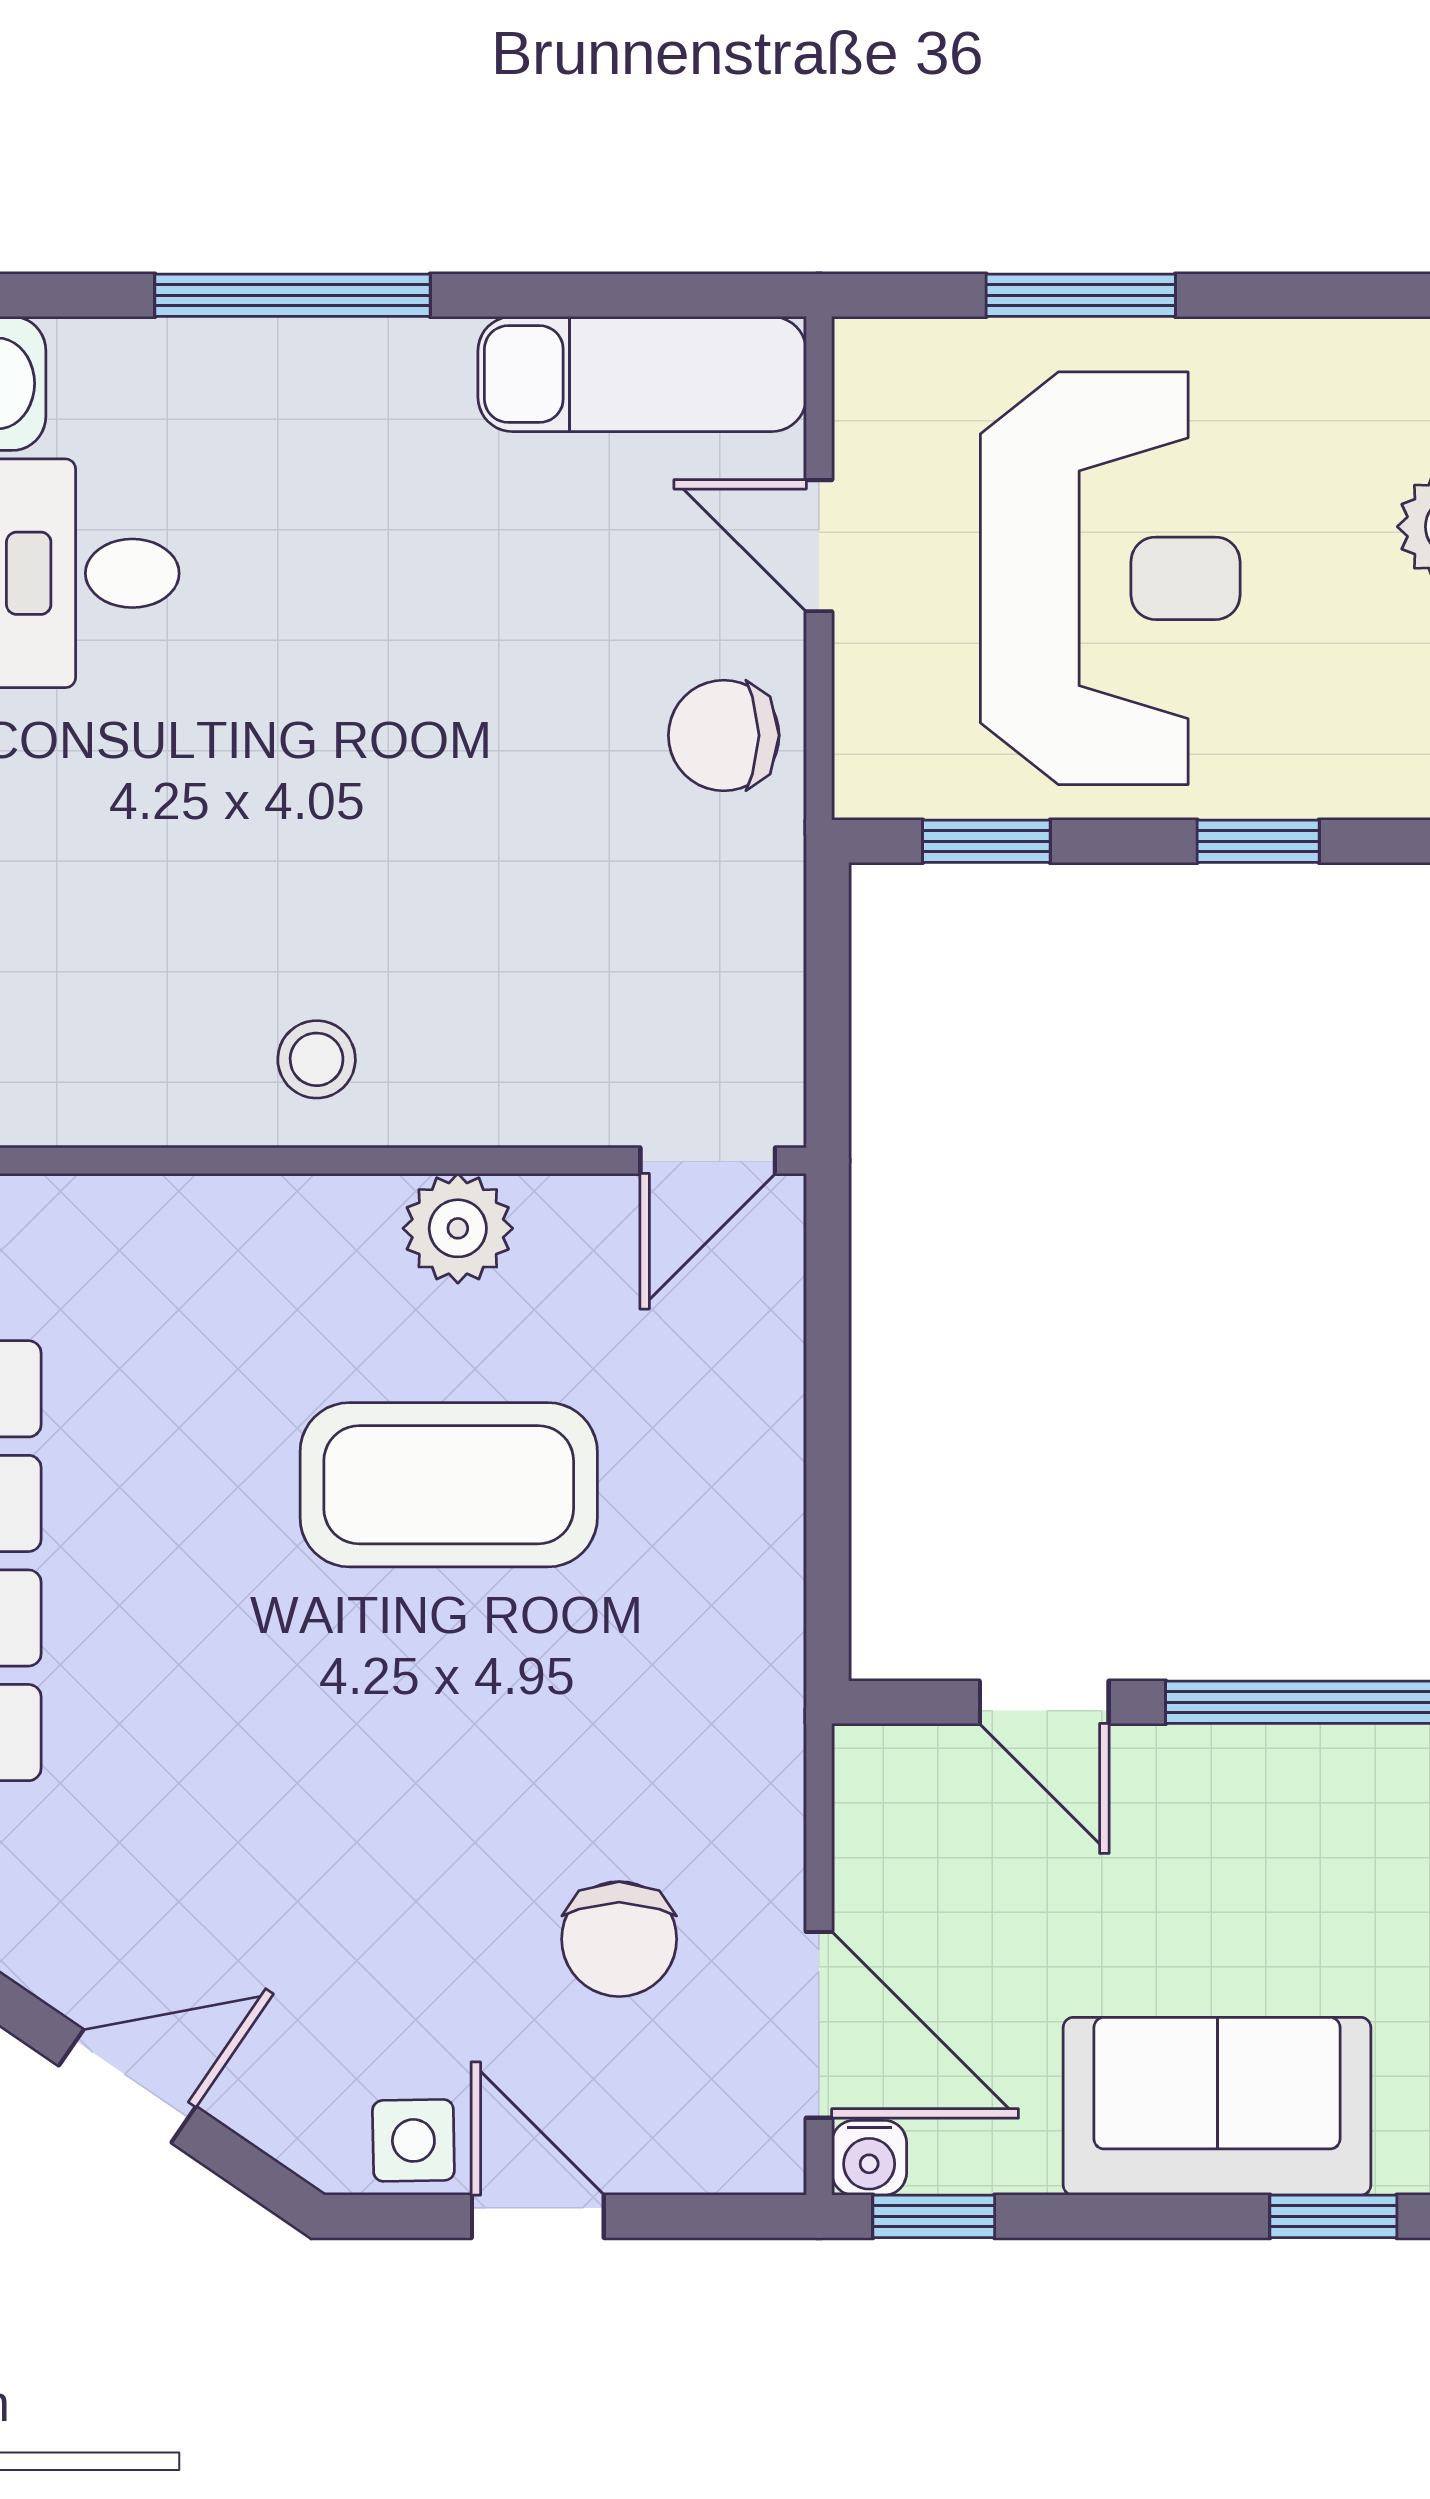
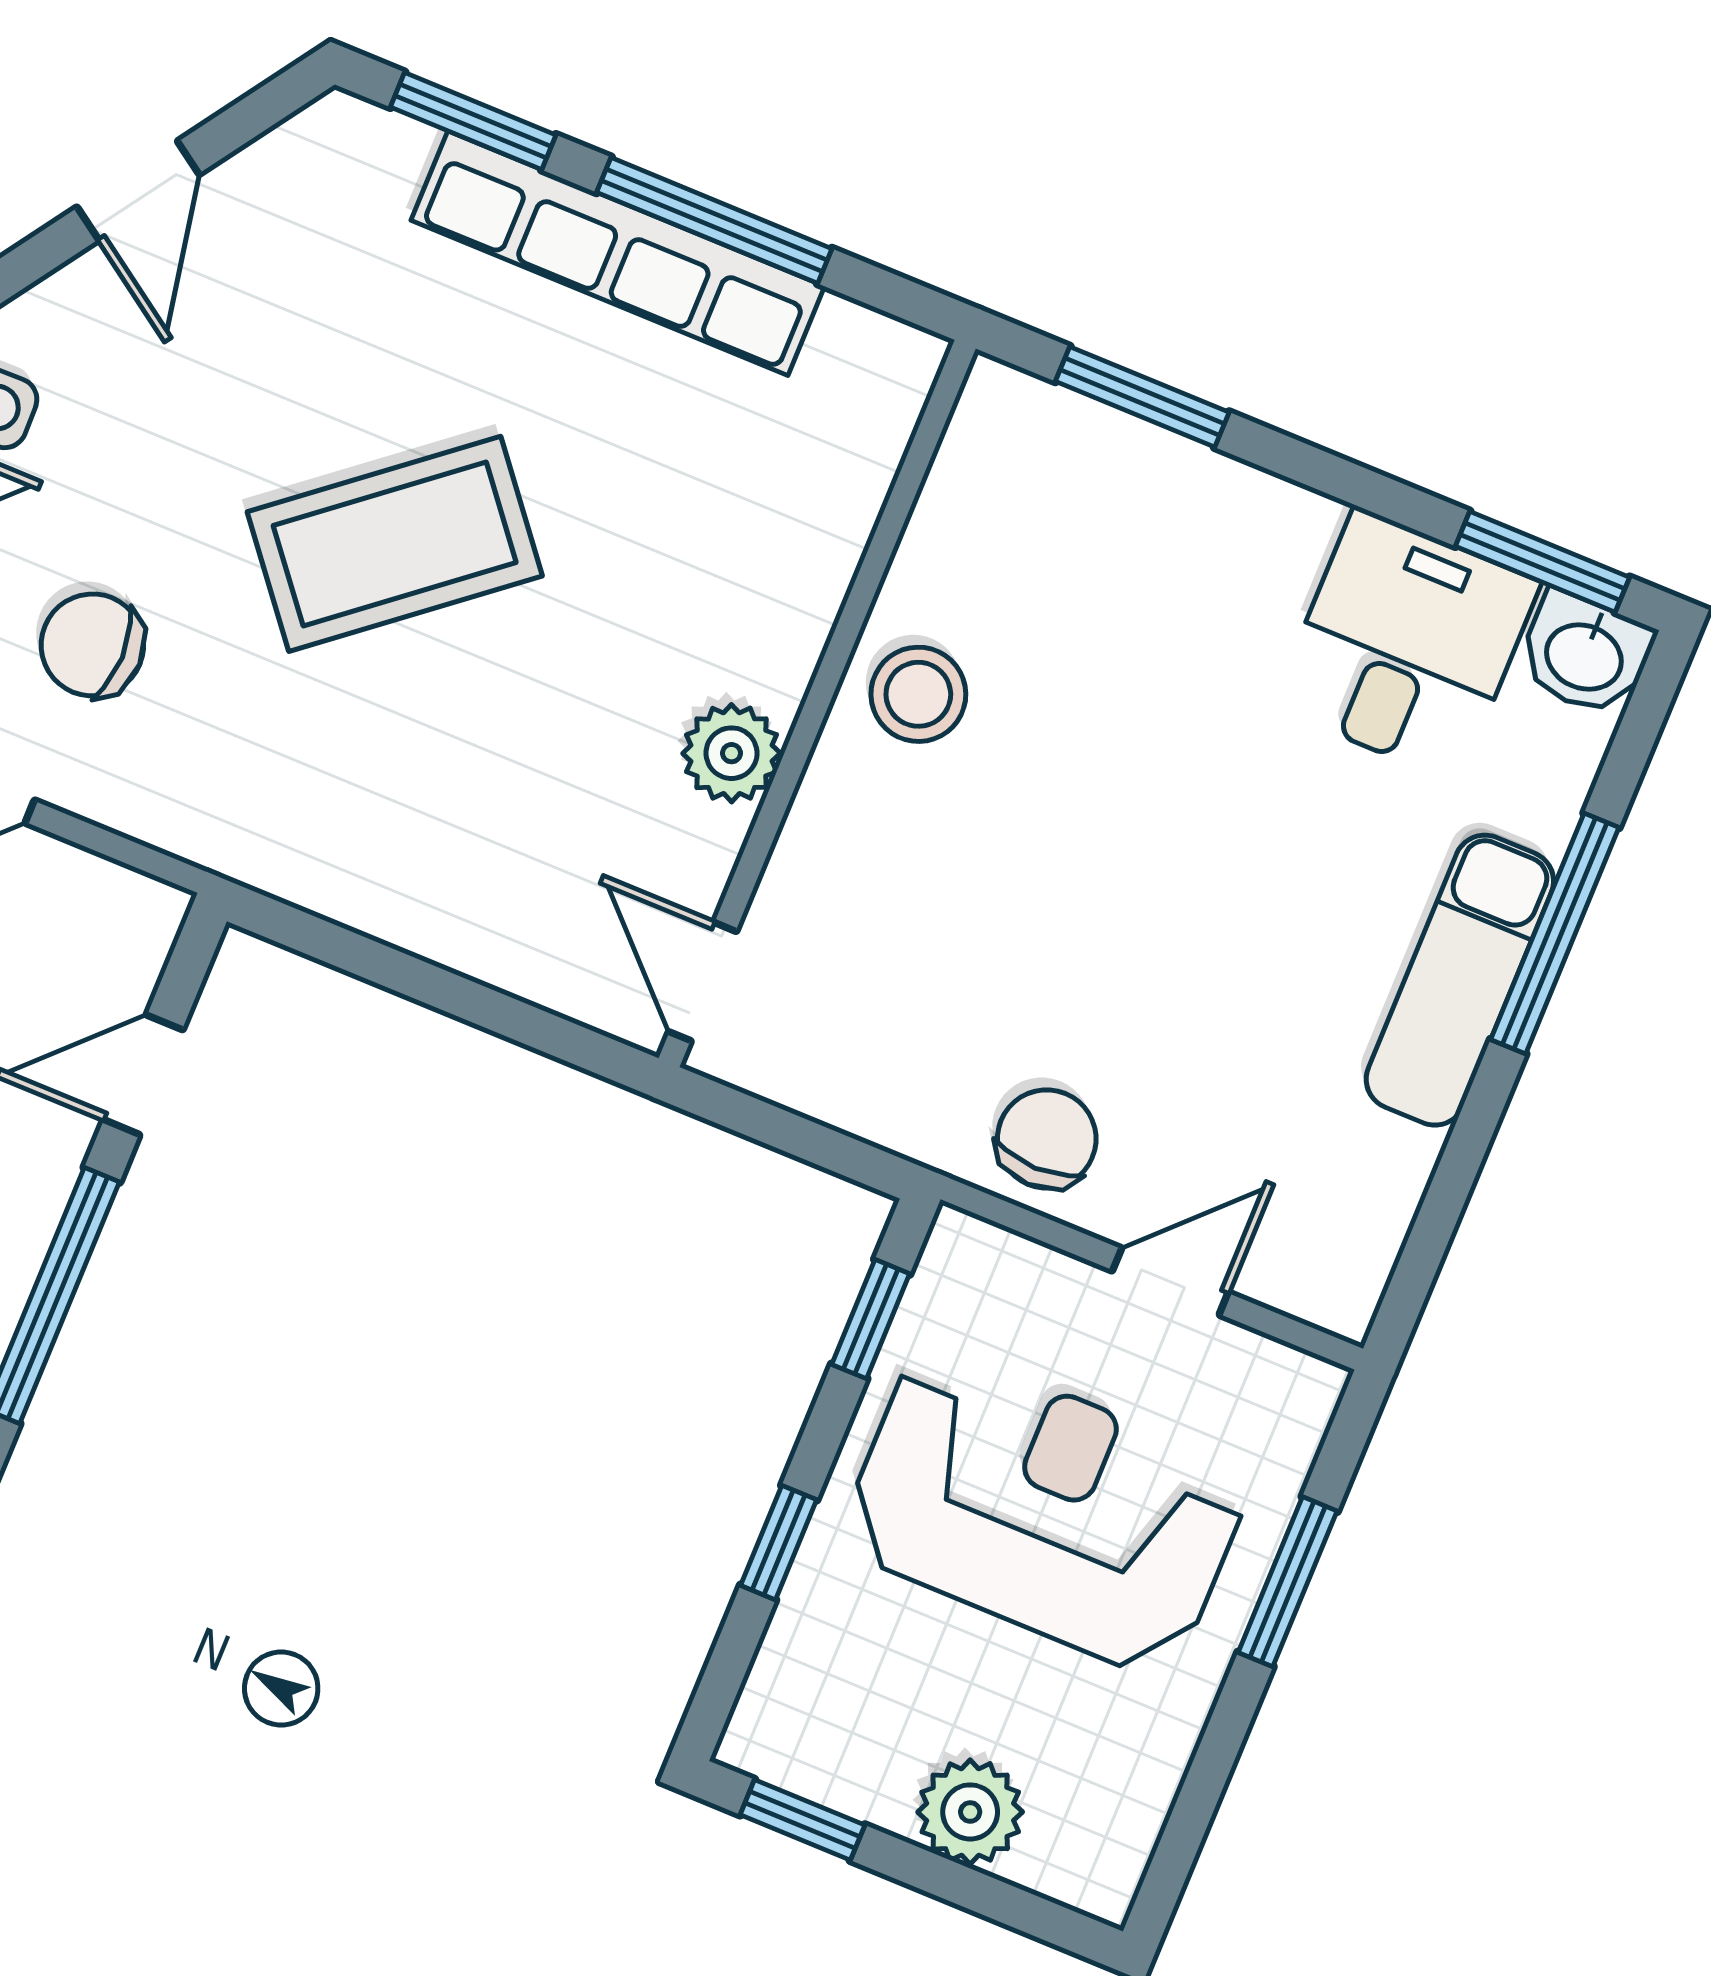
exam couch: (642, 374) -> (1460, 980), moved
reception desk: (1110, 578) -> (1045, 1510), turned 180
stool: (317, 1059) -> (918, 694), width x1.37, depth x1.37
coffee table: (449, 1485) -> (395, 544), moved, turned 51

